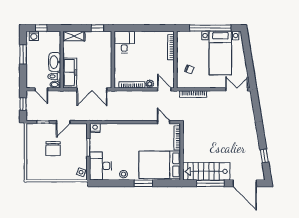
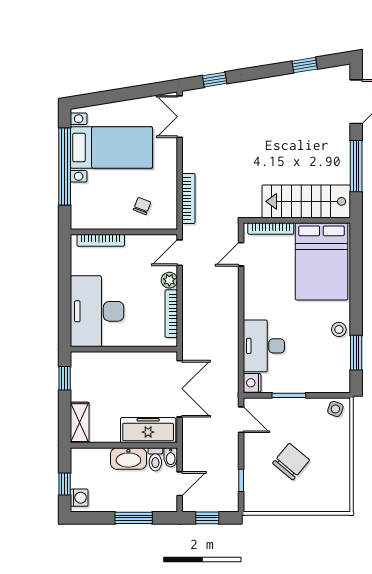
desk: (124, 42) -> (97, 311), width x1.87, depth x1.30
window: (23, 54) -> (134, 518), moved
window: (257, 108) -> (215, 80), added
door: (63, 122) -> (241, 420), moved
chair: (53, 149) -> (291, 462), turned -50
desk: (100, 166) -> (264, 346), moved, turned 90
stairs: (206, 171) -> (306, 201), moved, turned 90
window: (143, 183) -> (356, 353), moved

